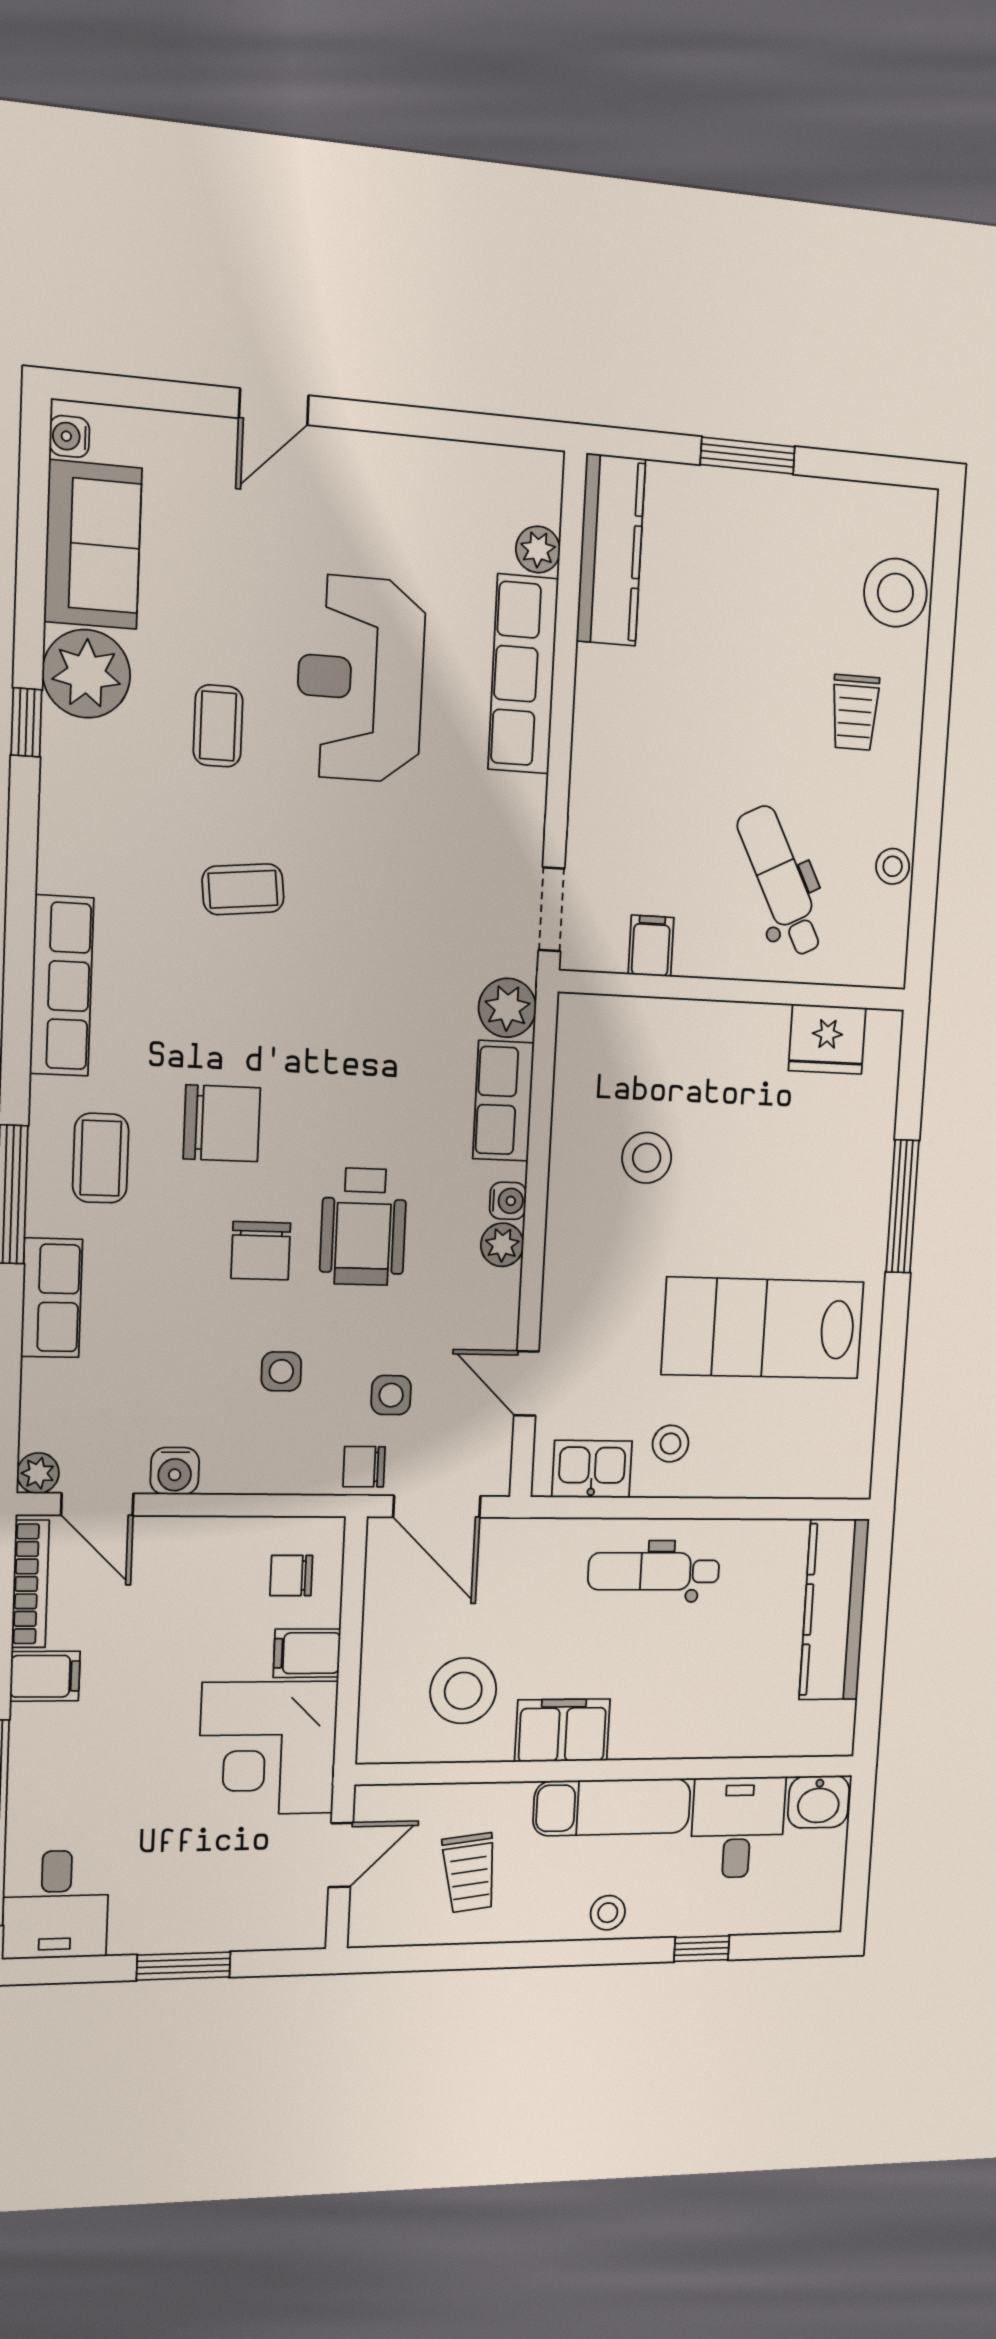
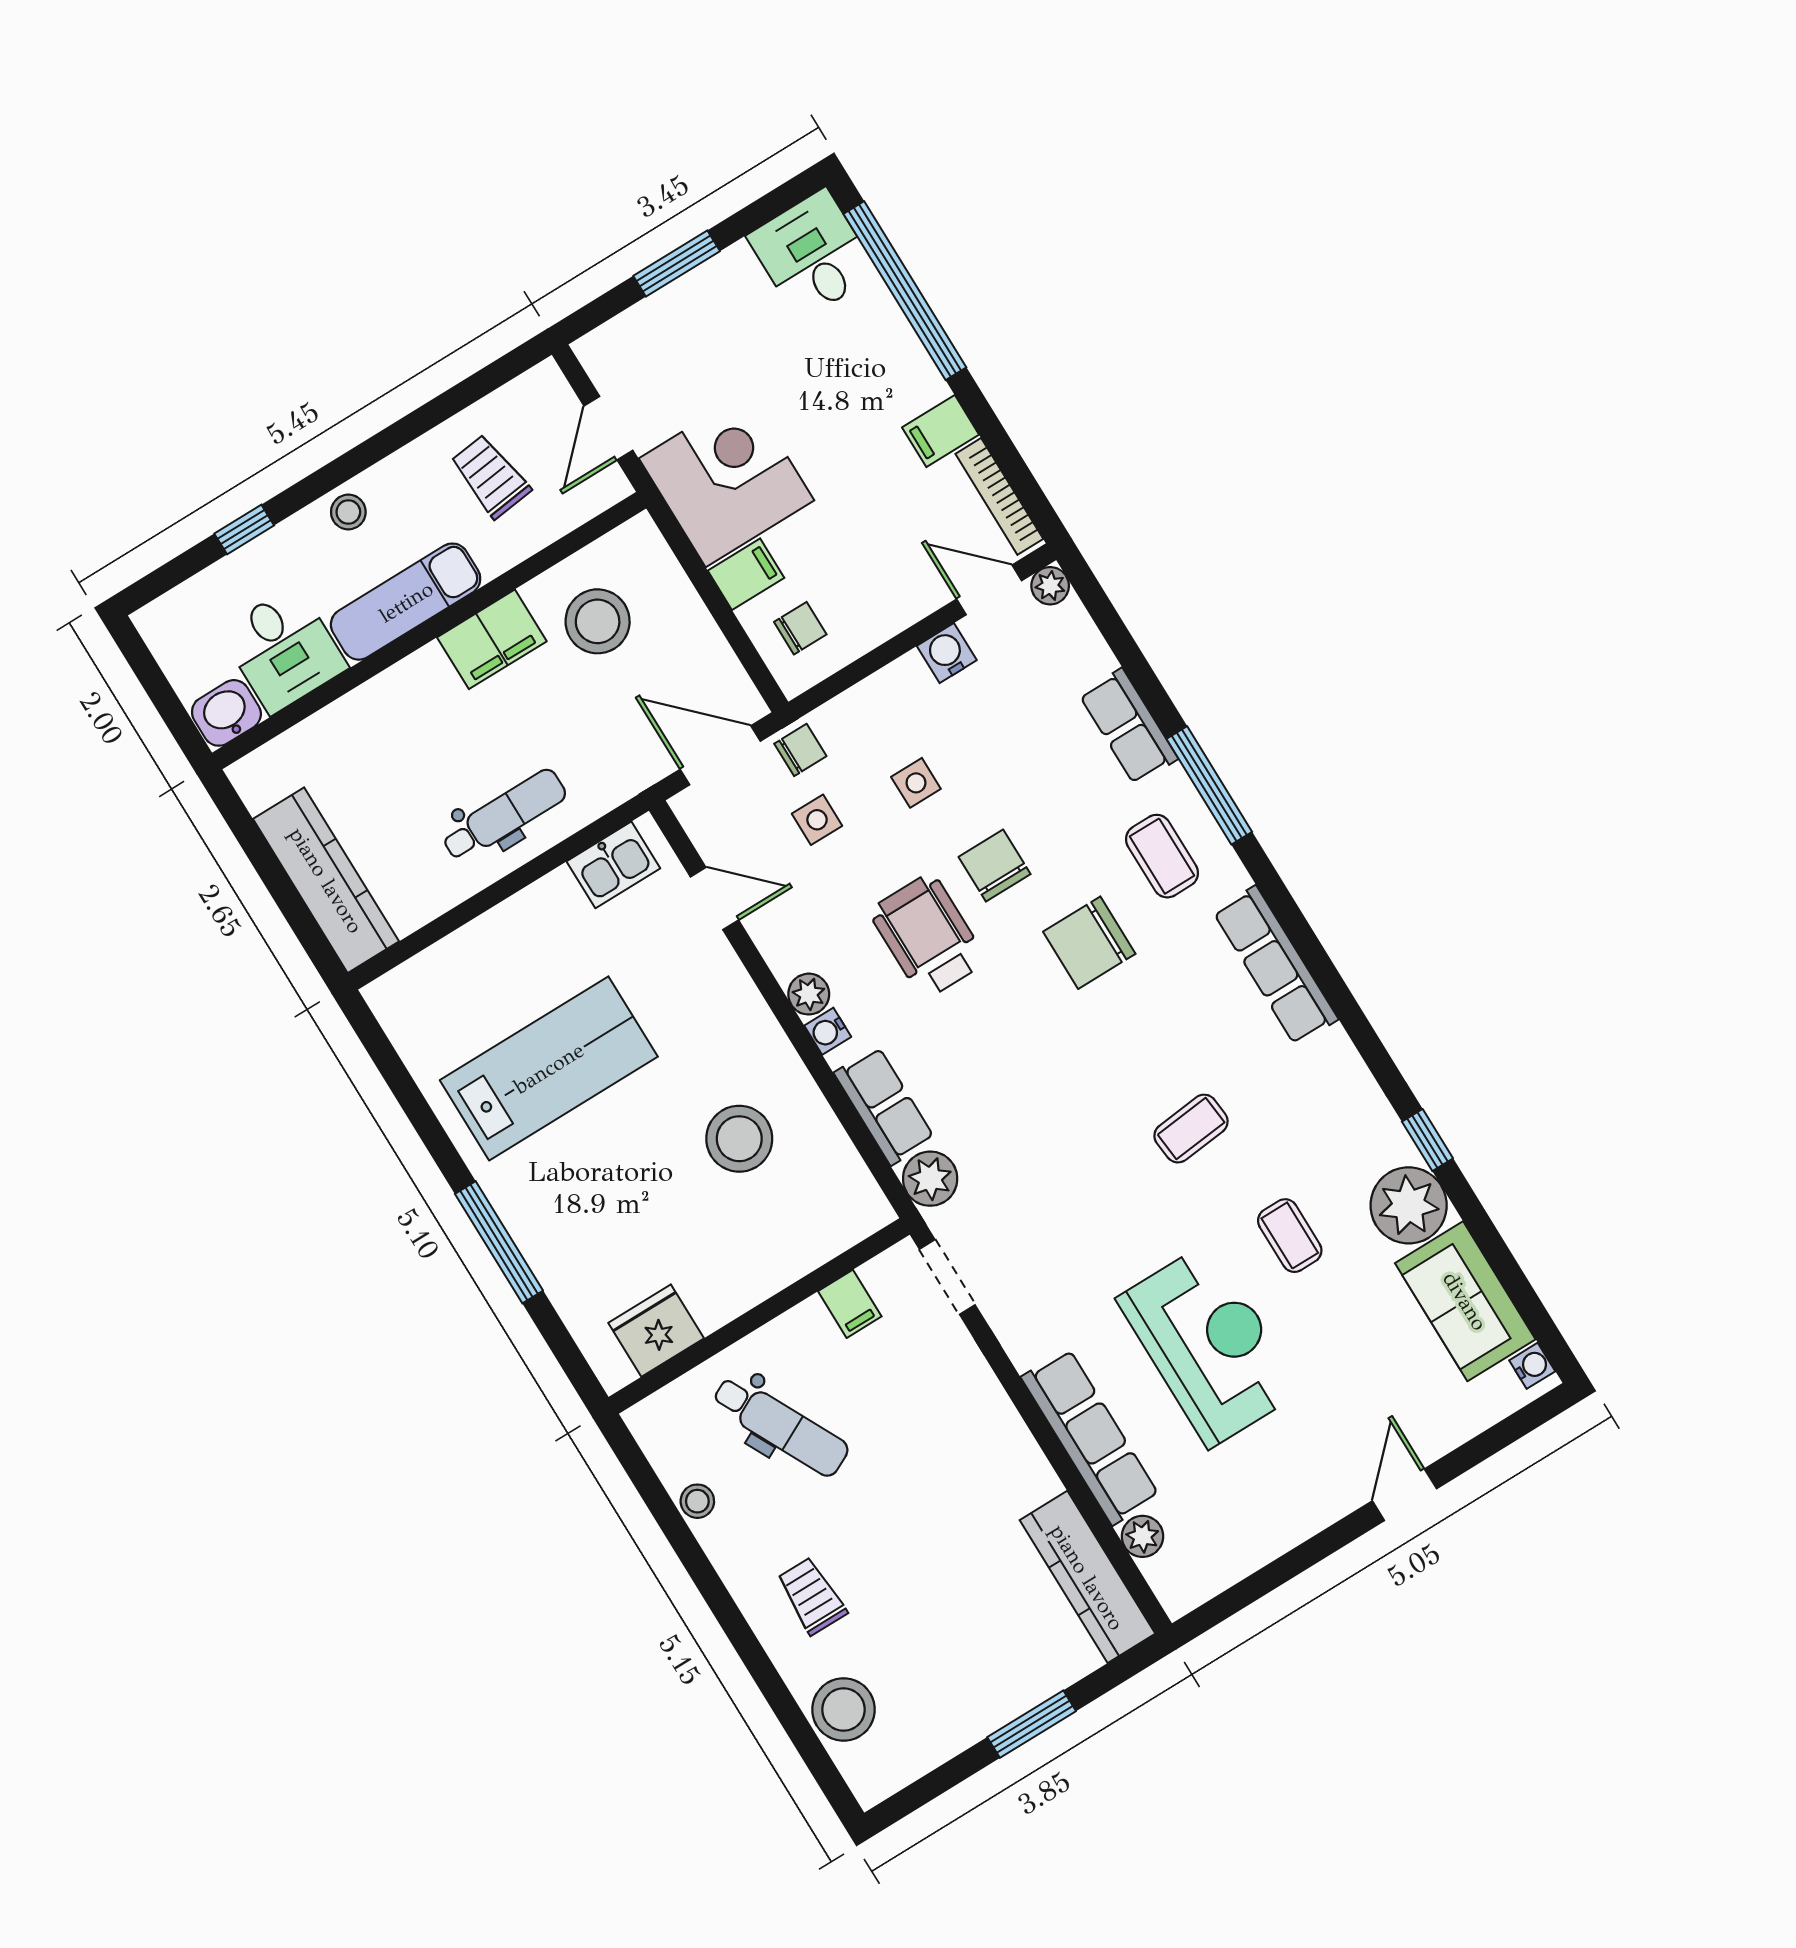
stool: (647, 1158) -> (739, 1139), width x1.38, depth x1.38
stool: (670, 1444) -> (562, 927), removed

